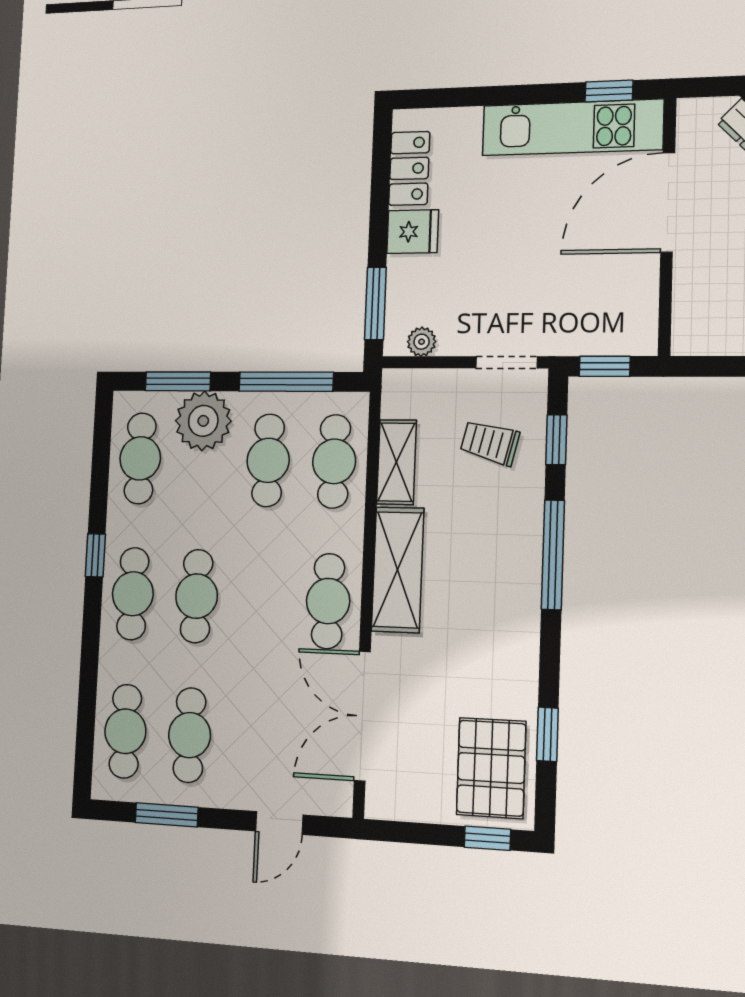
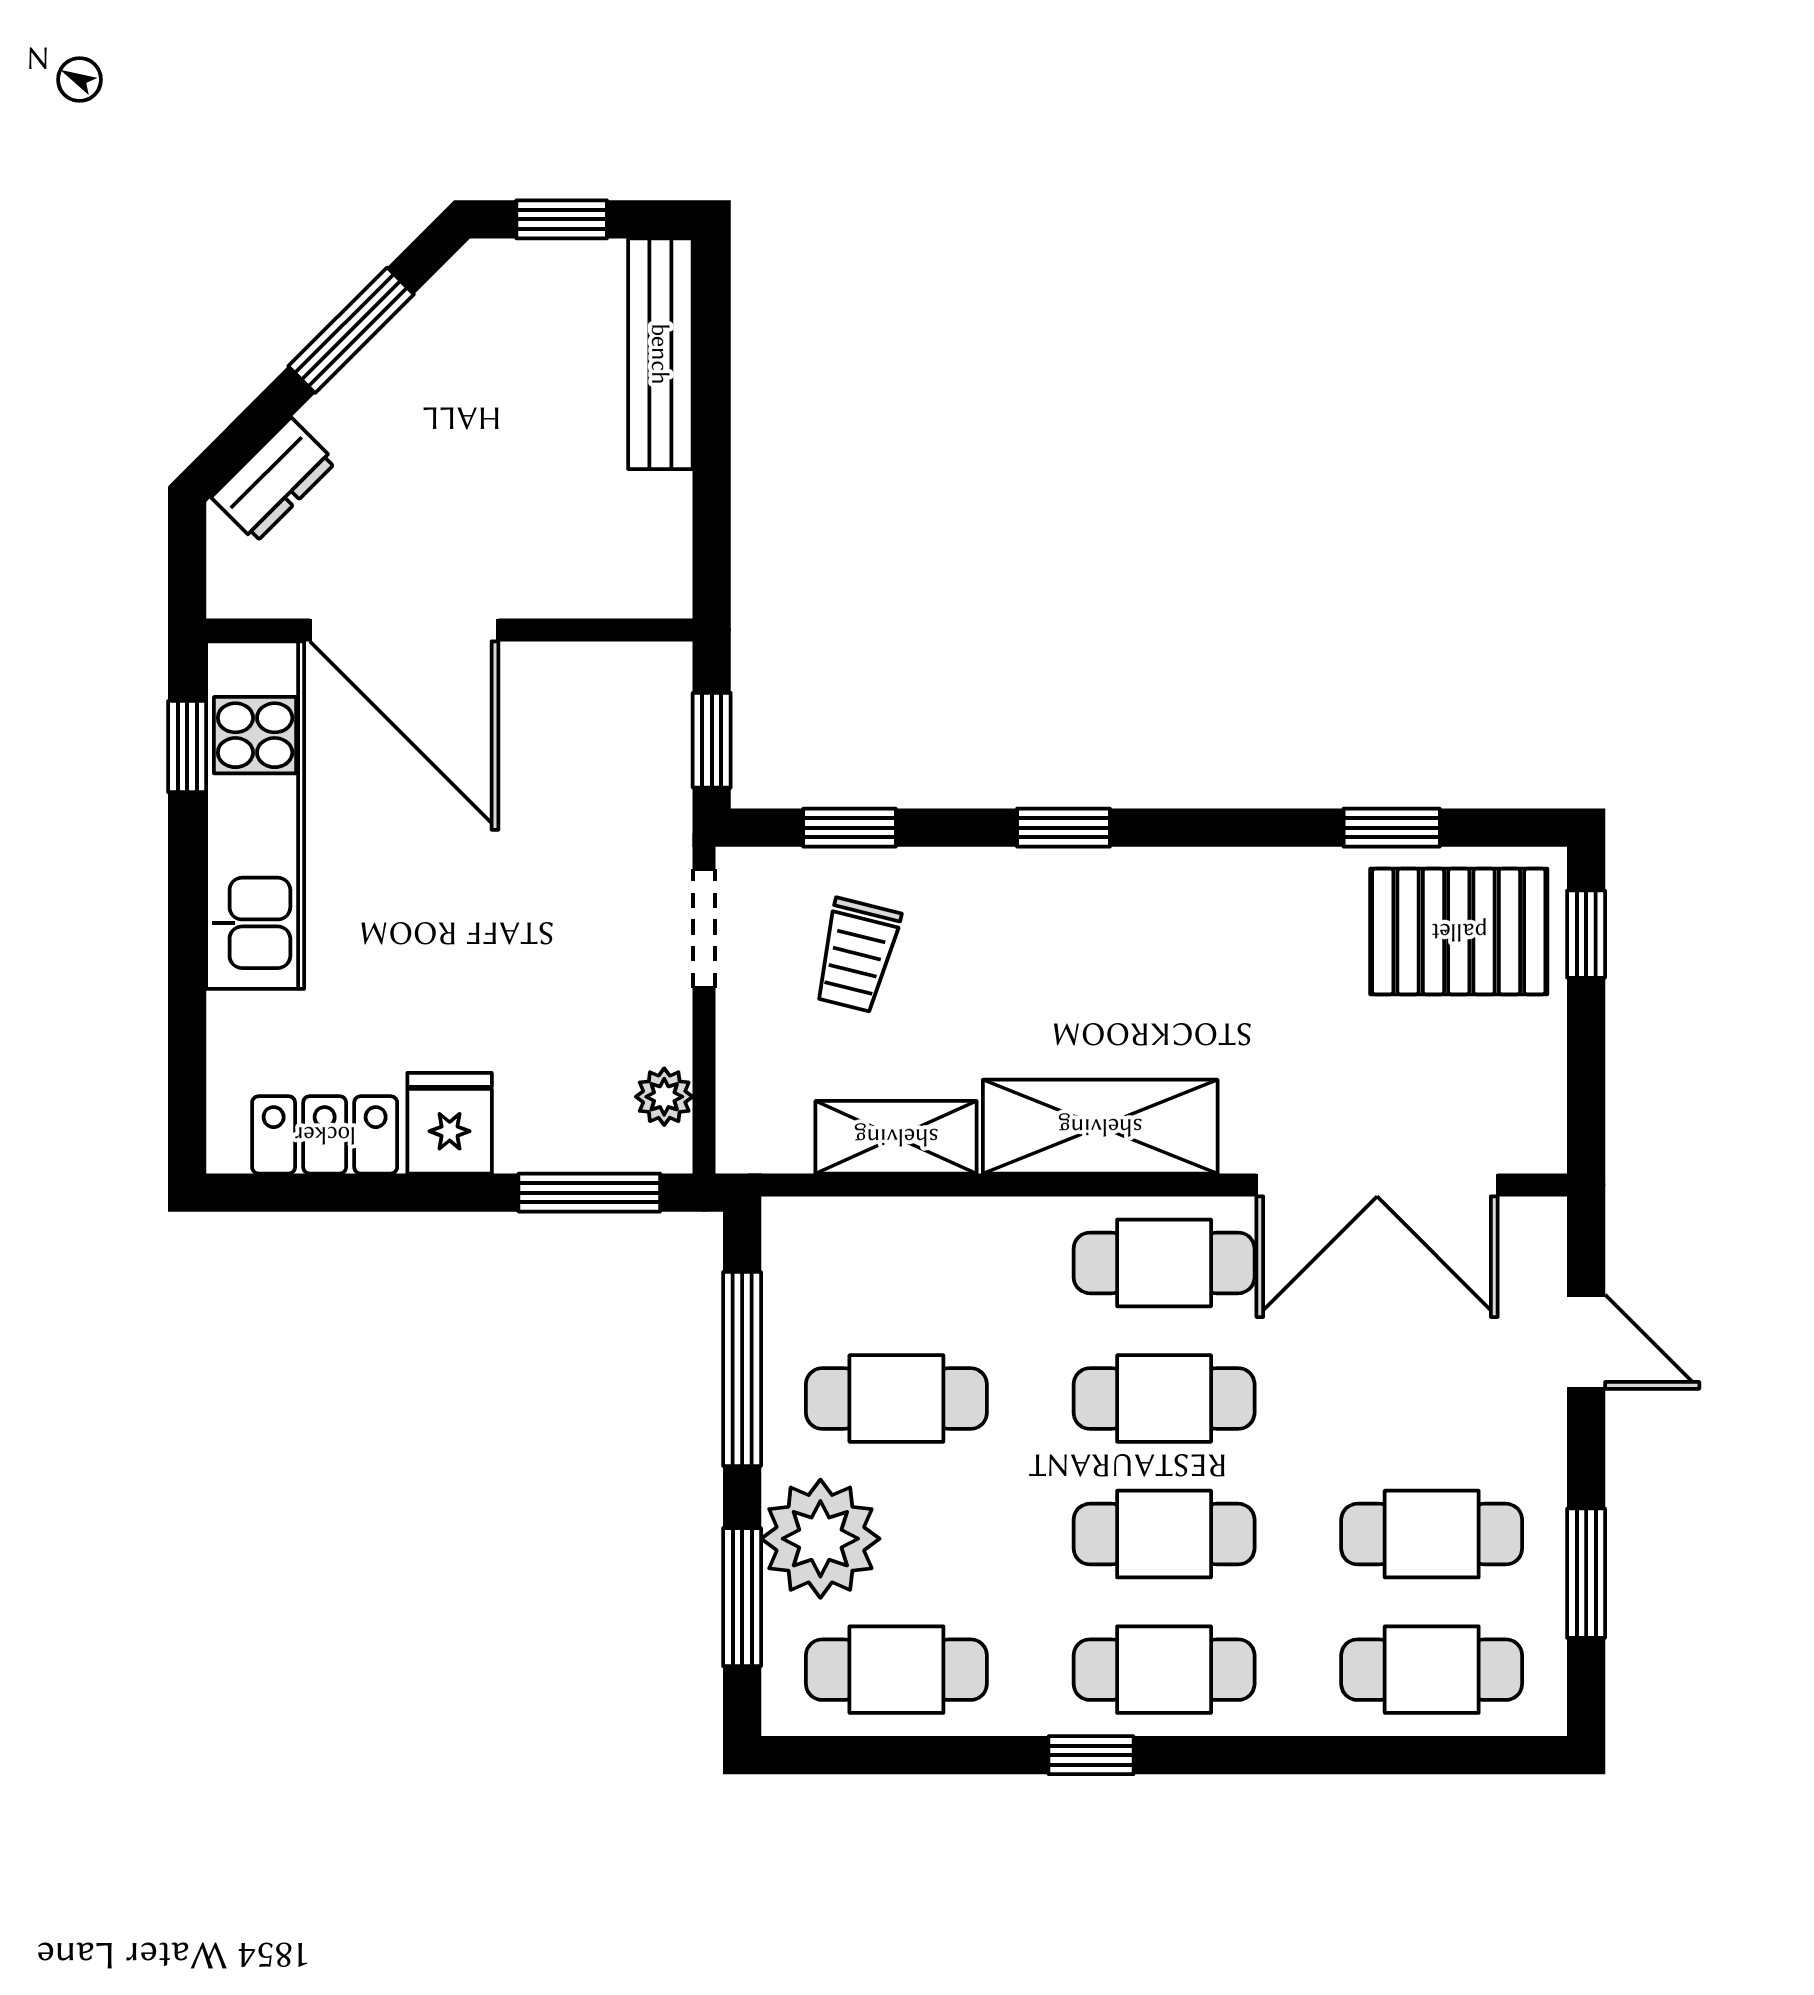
cafe table: (334, 461) -> (1164, 1398), moved
window: (553, 555) -> (1063, 828), width x0.46

